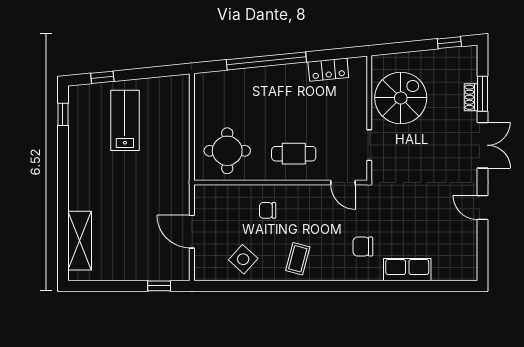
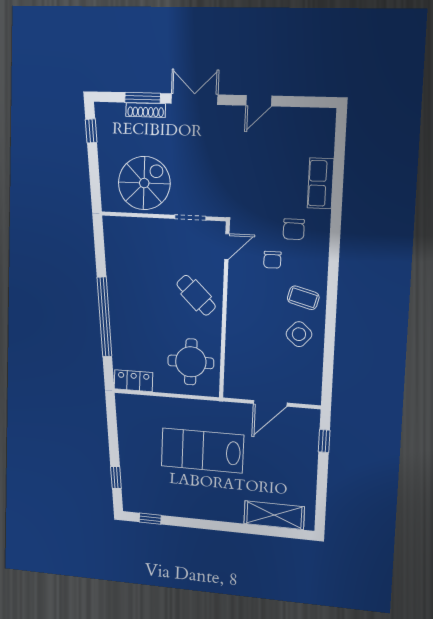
locker: (328, 70) -> (134, 381), moved, turned -84
shoe rack: (471, 97) -> (146, 110), width x1.43
spiral stairs: (401, 98) -> (144, 183), turned 90
lab bench: (125, 120) -> (202, 450), moved, width x1.36, depth x1.39
cafe table: (294, 154) -> (196, 295), turned -46
chair: (268, 210) -> (272, 260), moved
side table: (243, 259) -> (299, 334), moved

